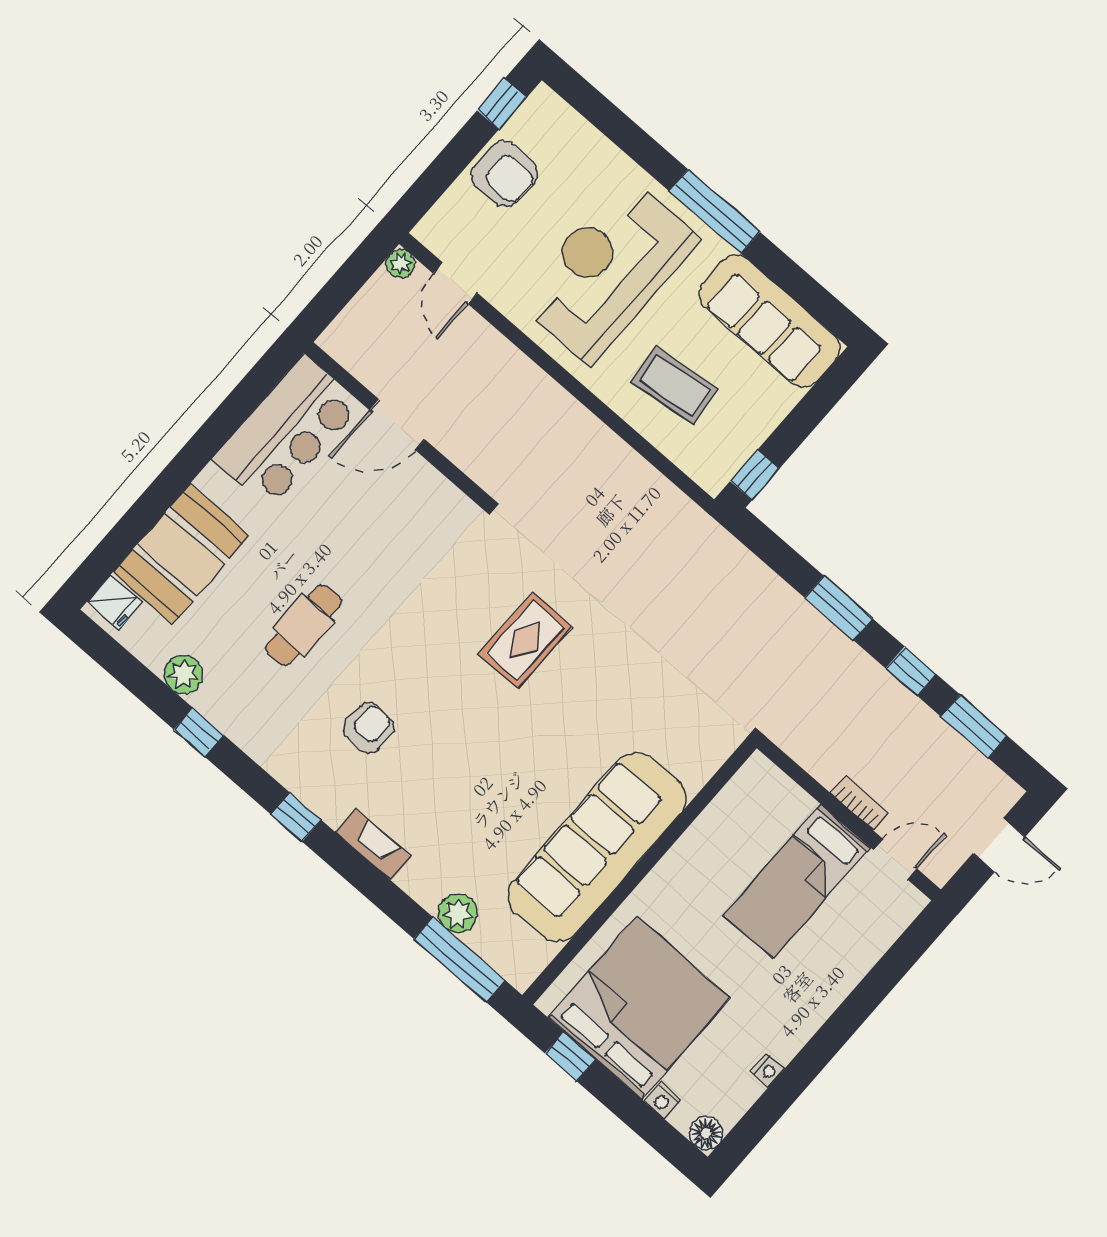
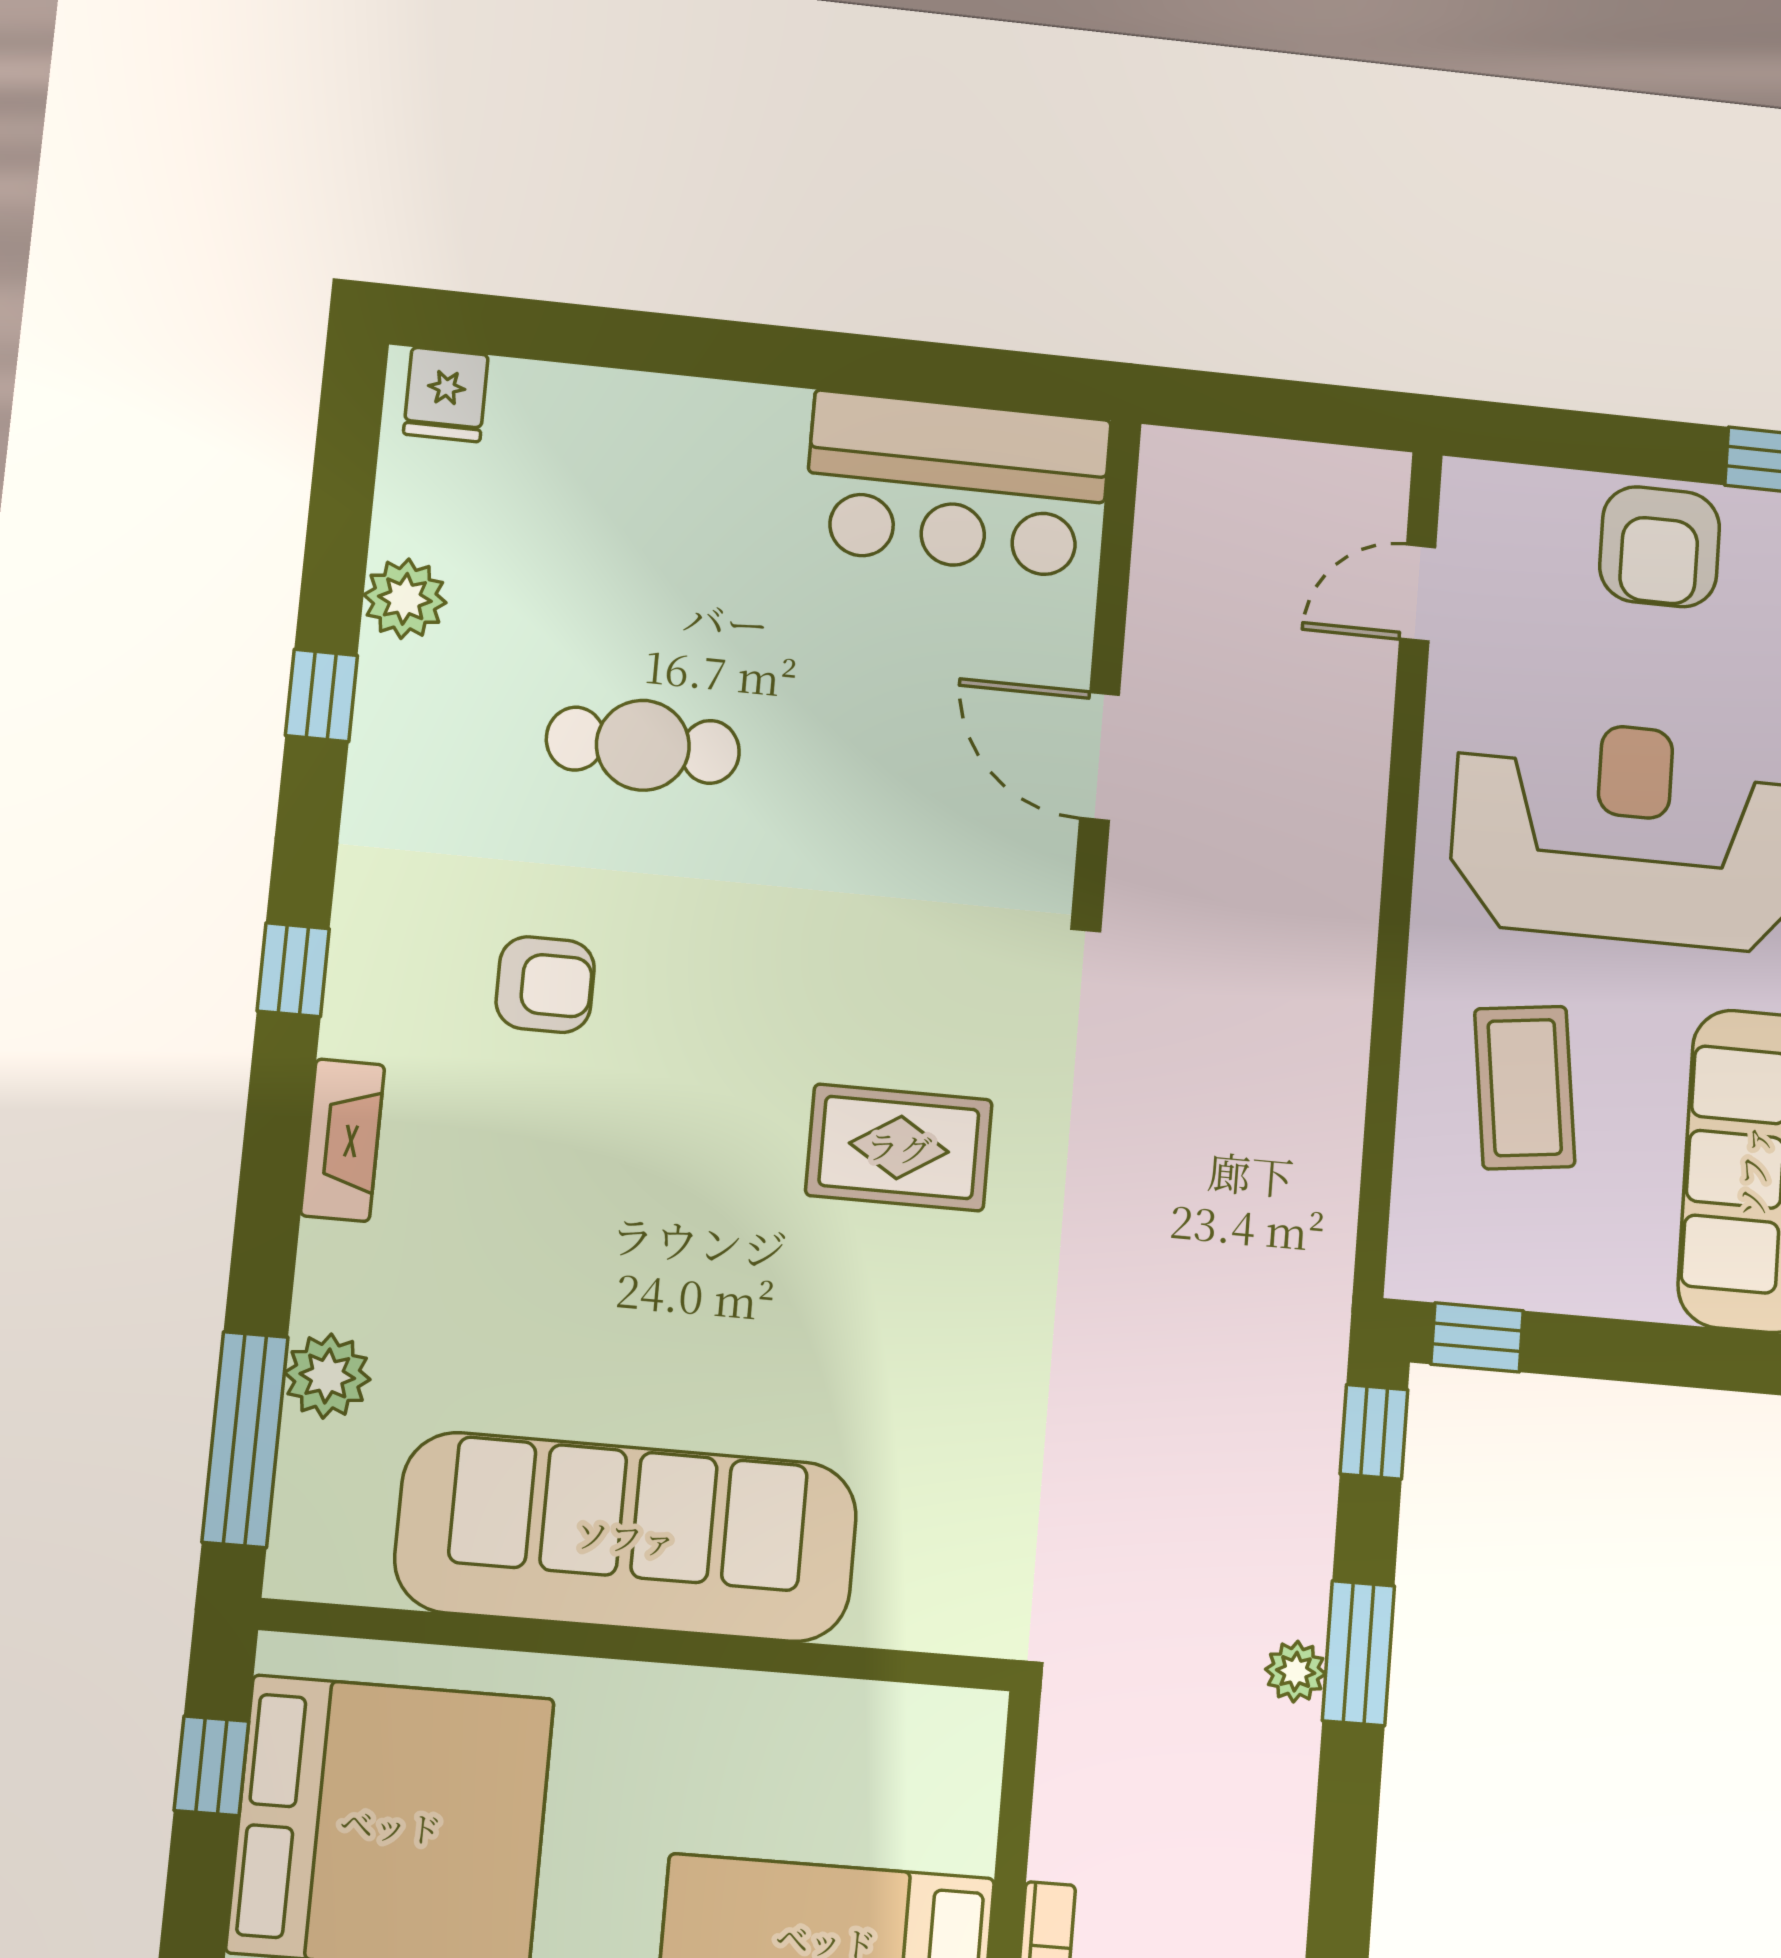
plant: (400, 264) -> (1296, 1672), moved
door: (397, 425) -> (1100, 756), moved
booth: (181, 554) -> (613, 450), removed
window: (911, 671) -> (1374, 1432), moved

